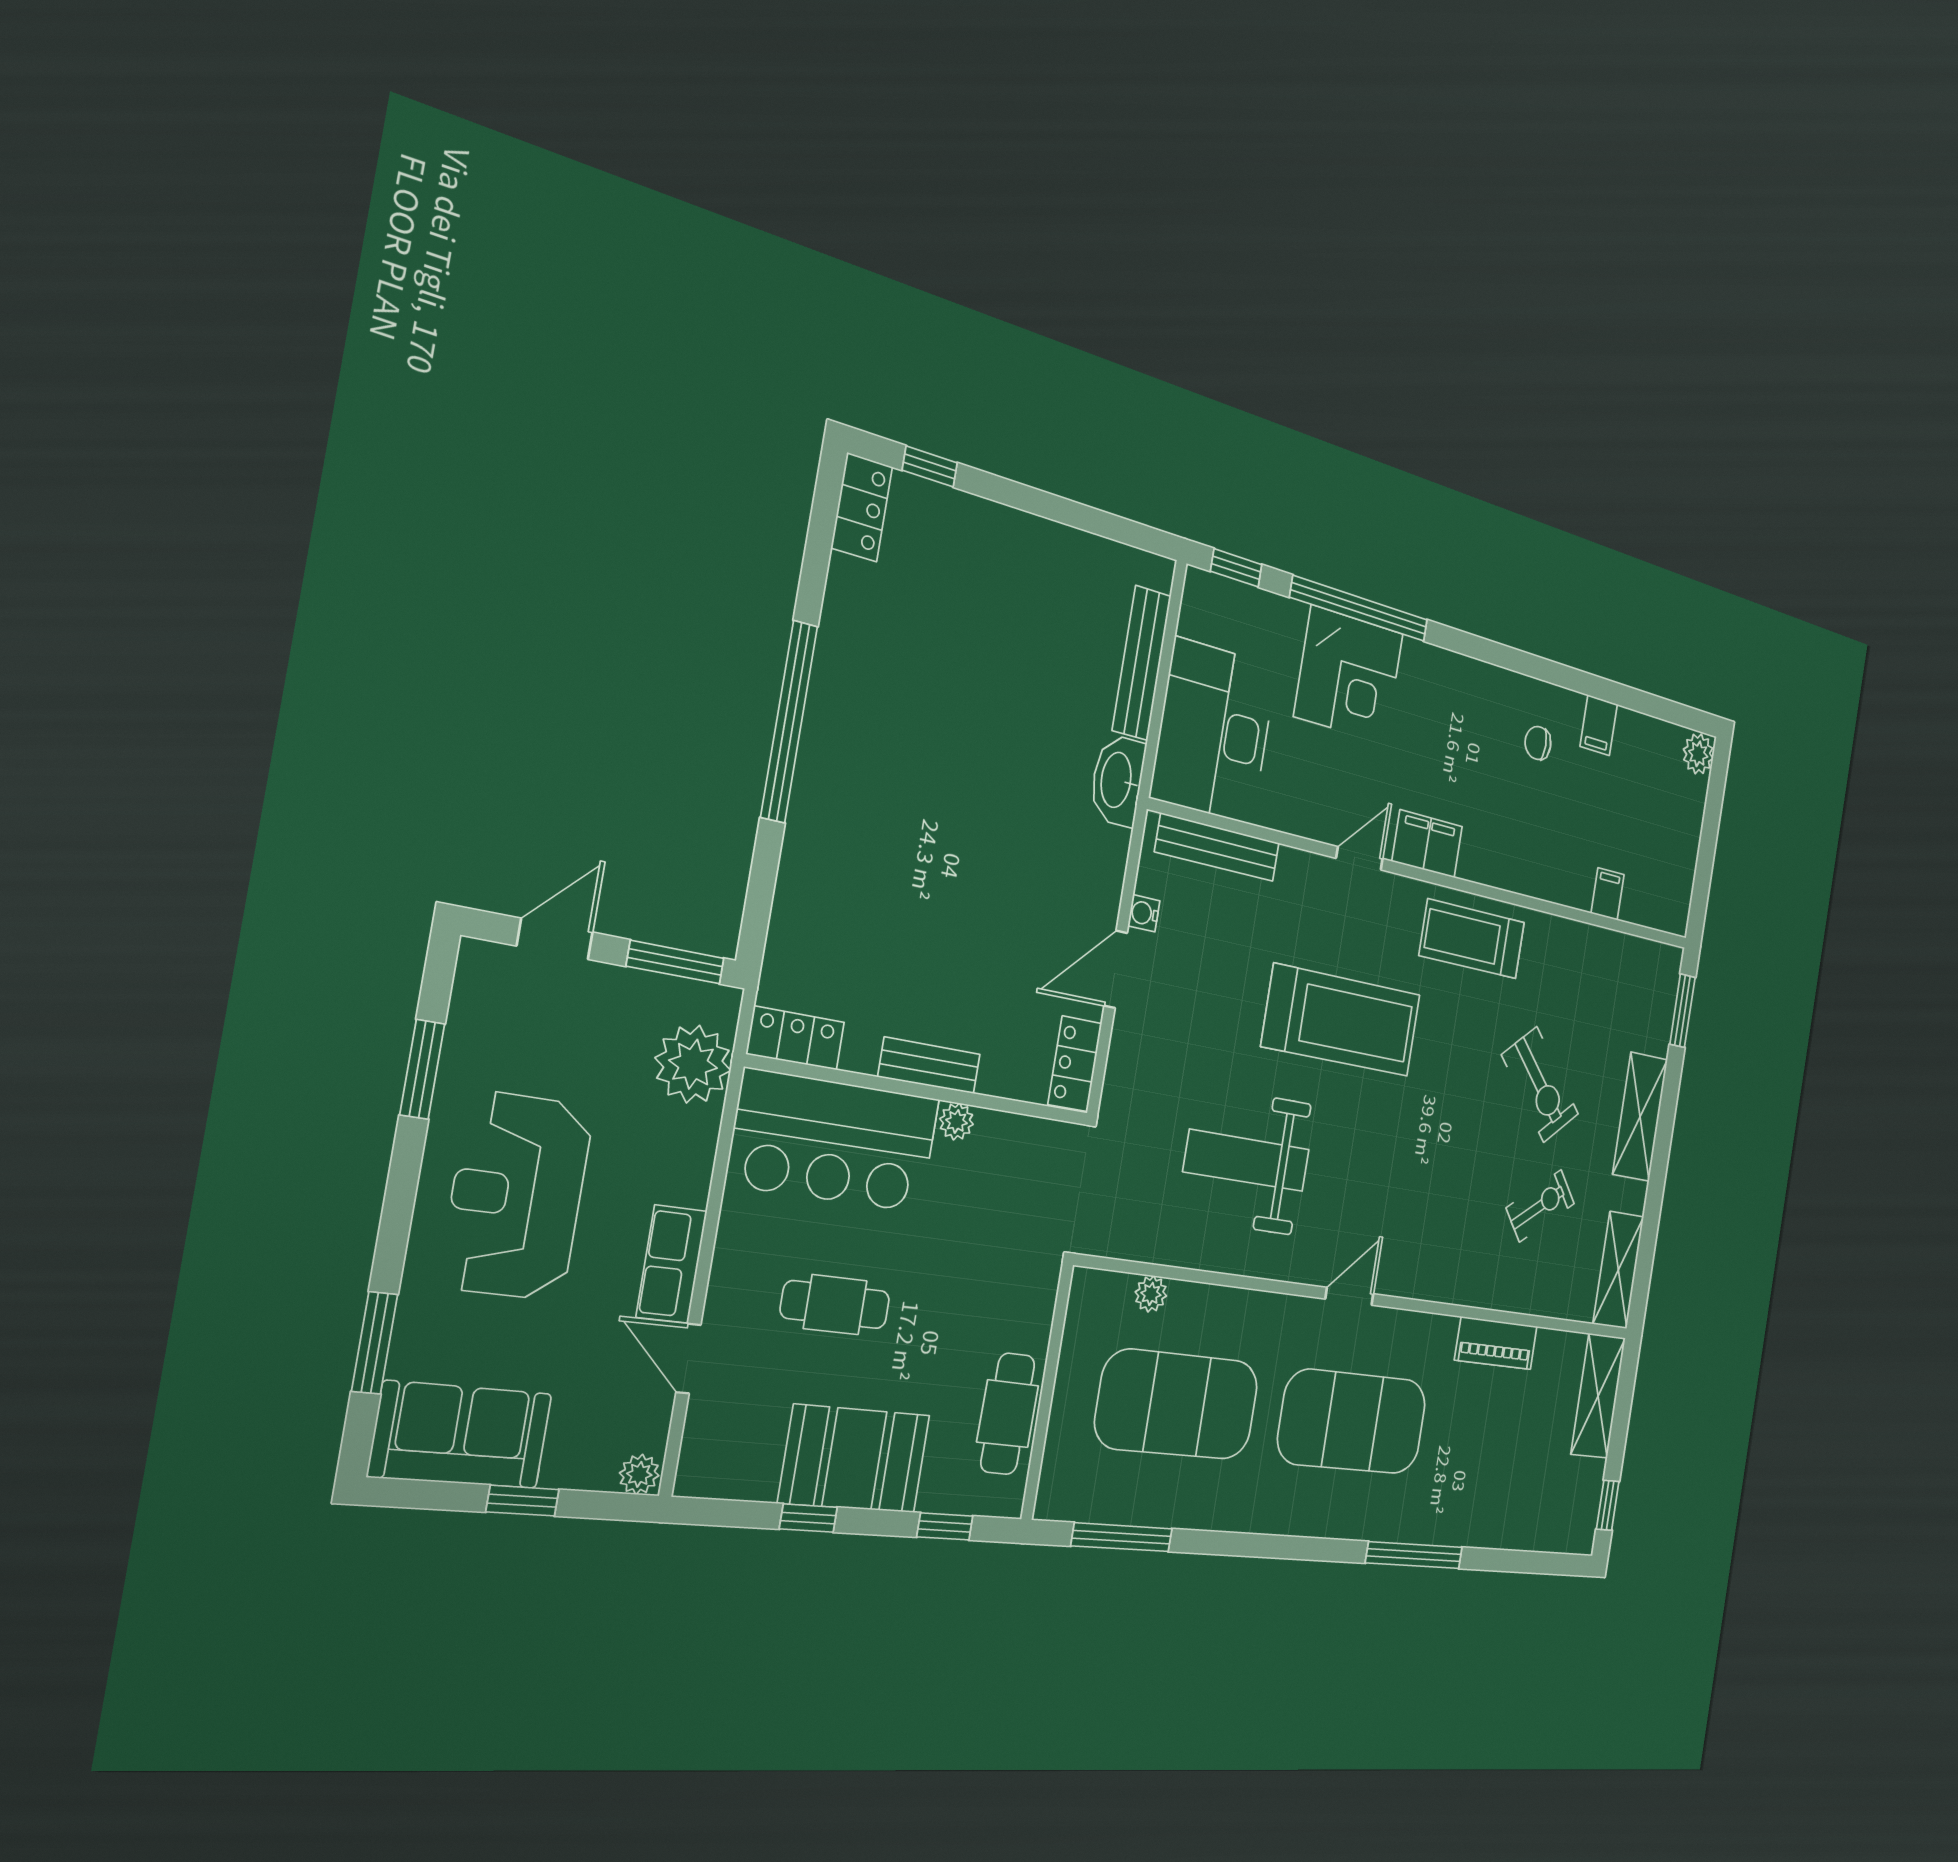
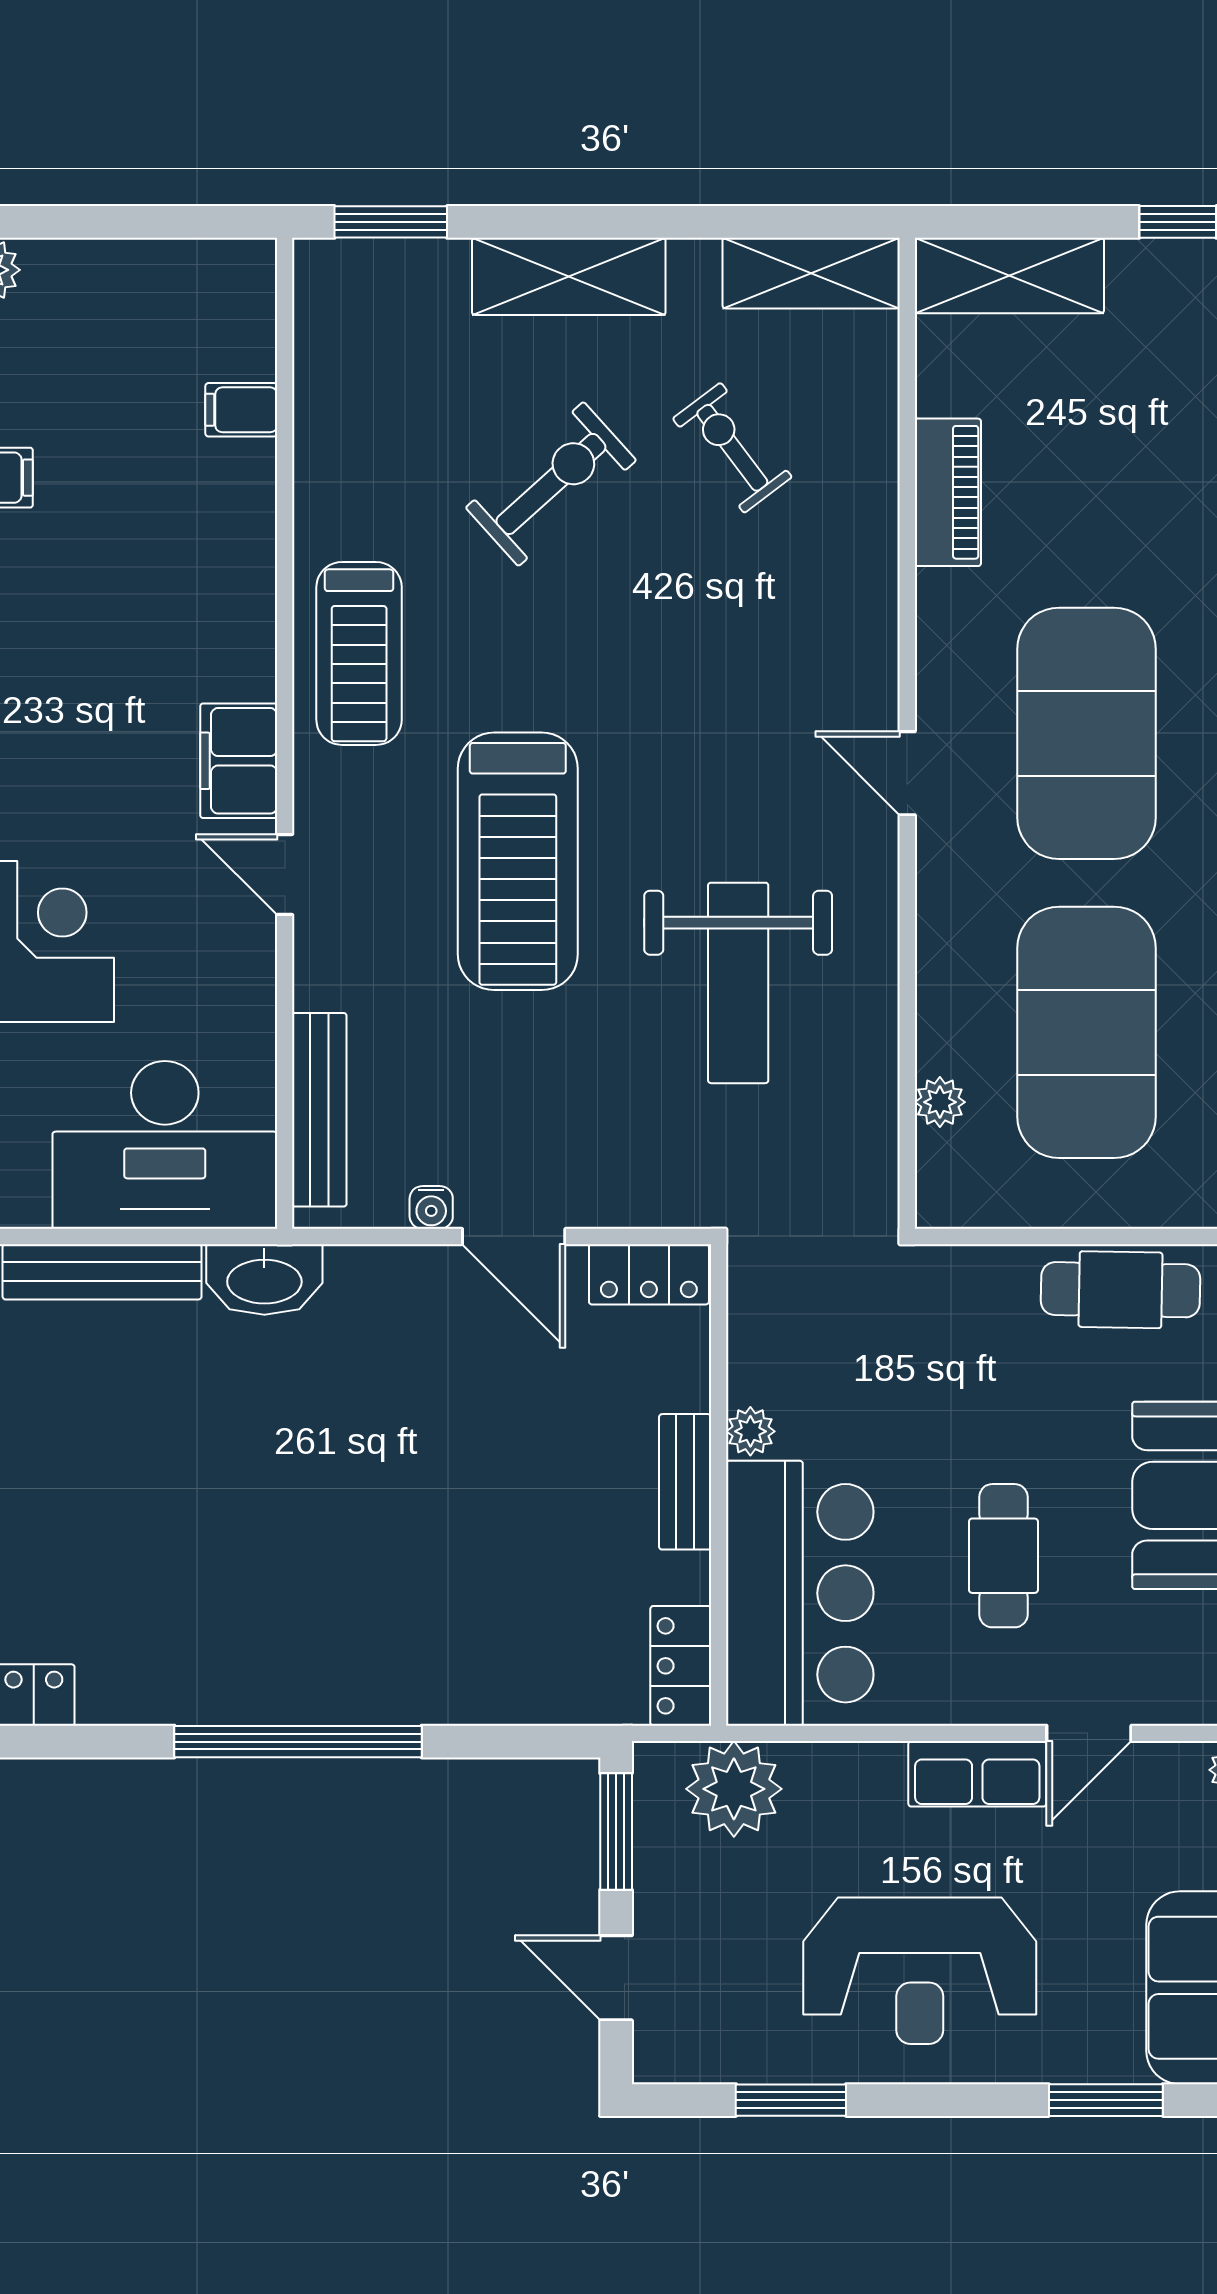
chair: (1538, 743) -> (47, 588), removed
treadmill: (1342, 1020) -> (518, 861), turned 180

